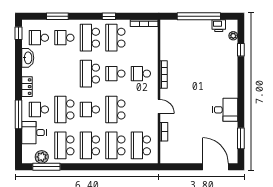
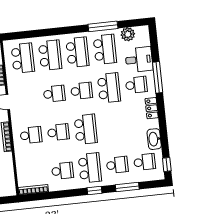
window: (109, 16) -> (95, 191), moved
school desk: (115, 38) -> (62, 171), width x0.54
school desk: (115, 109) -> (54, 94), width x0.54
window: (46, 167) -> (103, 26), moved

